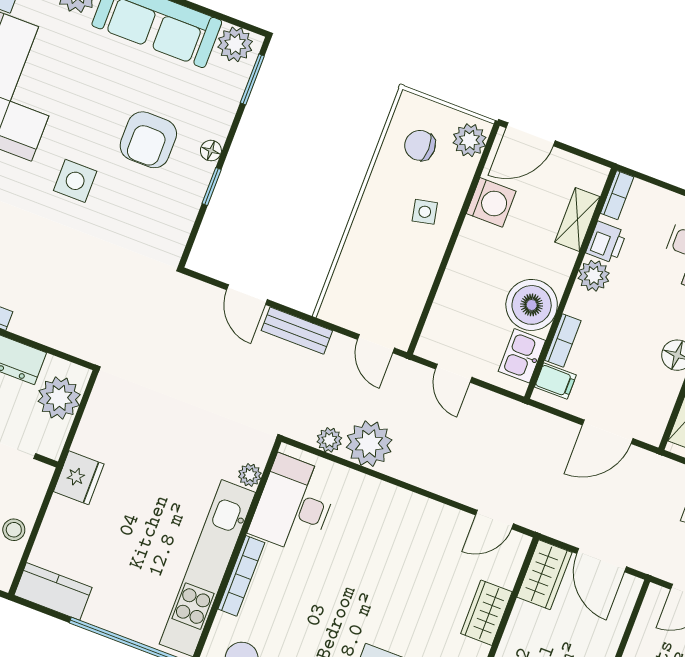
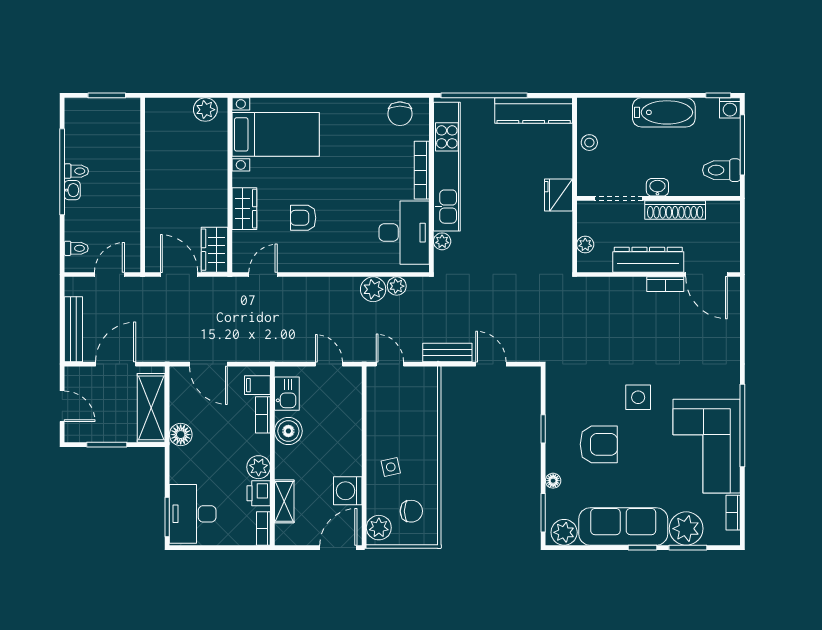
armchair: (148, 140) -> (599, 444), turned 90
floor lamp: (211, 151) -> (553, 481), moved
boiler: (532, 305) -> (288, 431), width x0.73, depth x0.73
plant: (59, 398) -> (585, 245), width x0.53, depth x0.53
door: (608, 432) -> (208, 364), swing flipped
plant: (369, 444) -> (373, 289), width x0.73, depth x0.73
armchair: (416, 573) -> (303, 218), added
kitchen counter: (53, 591) -> (534, 111), width x1.50

